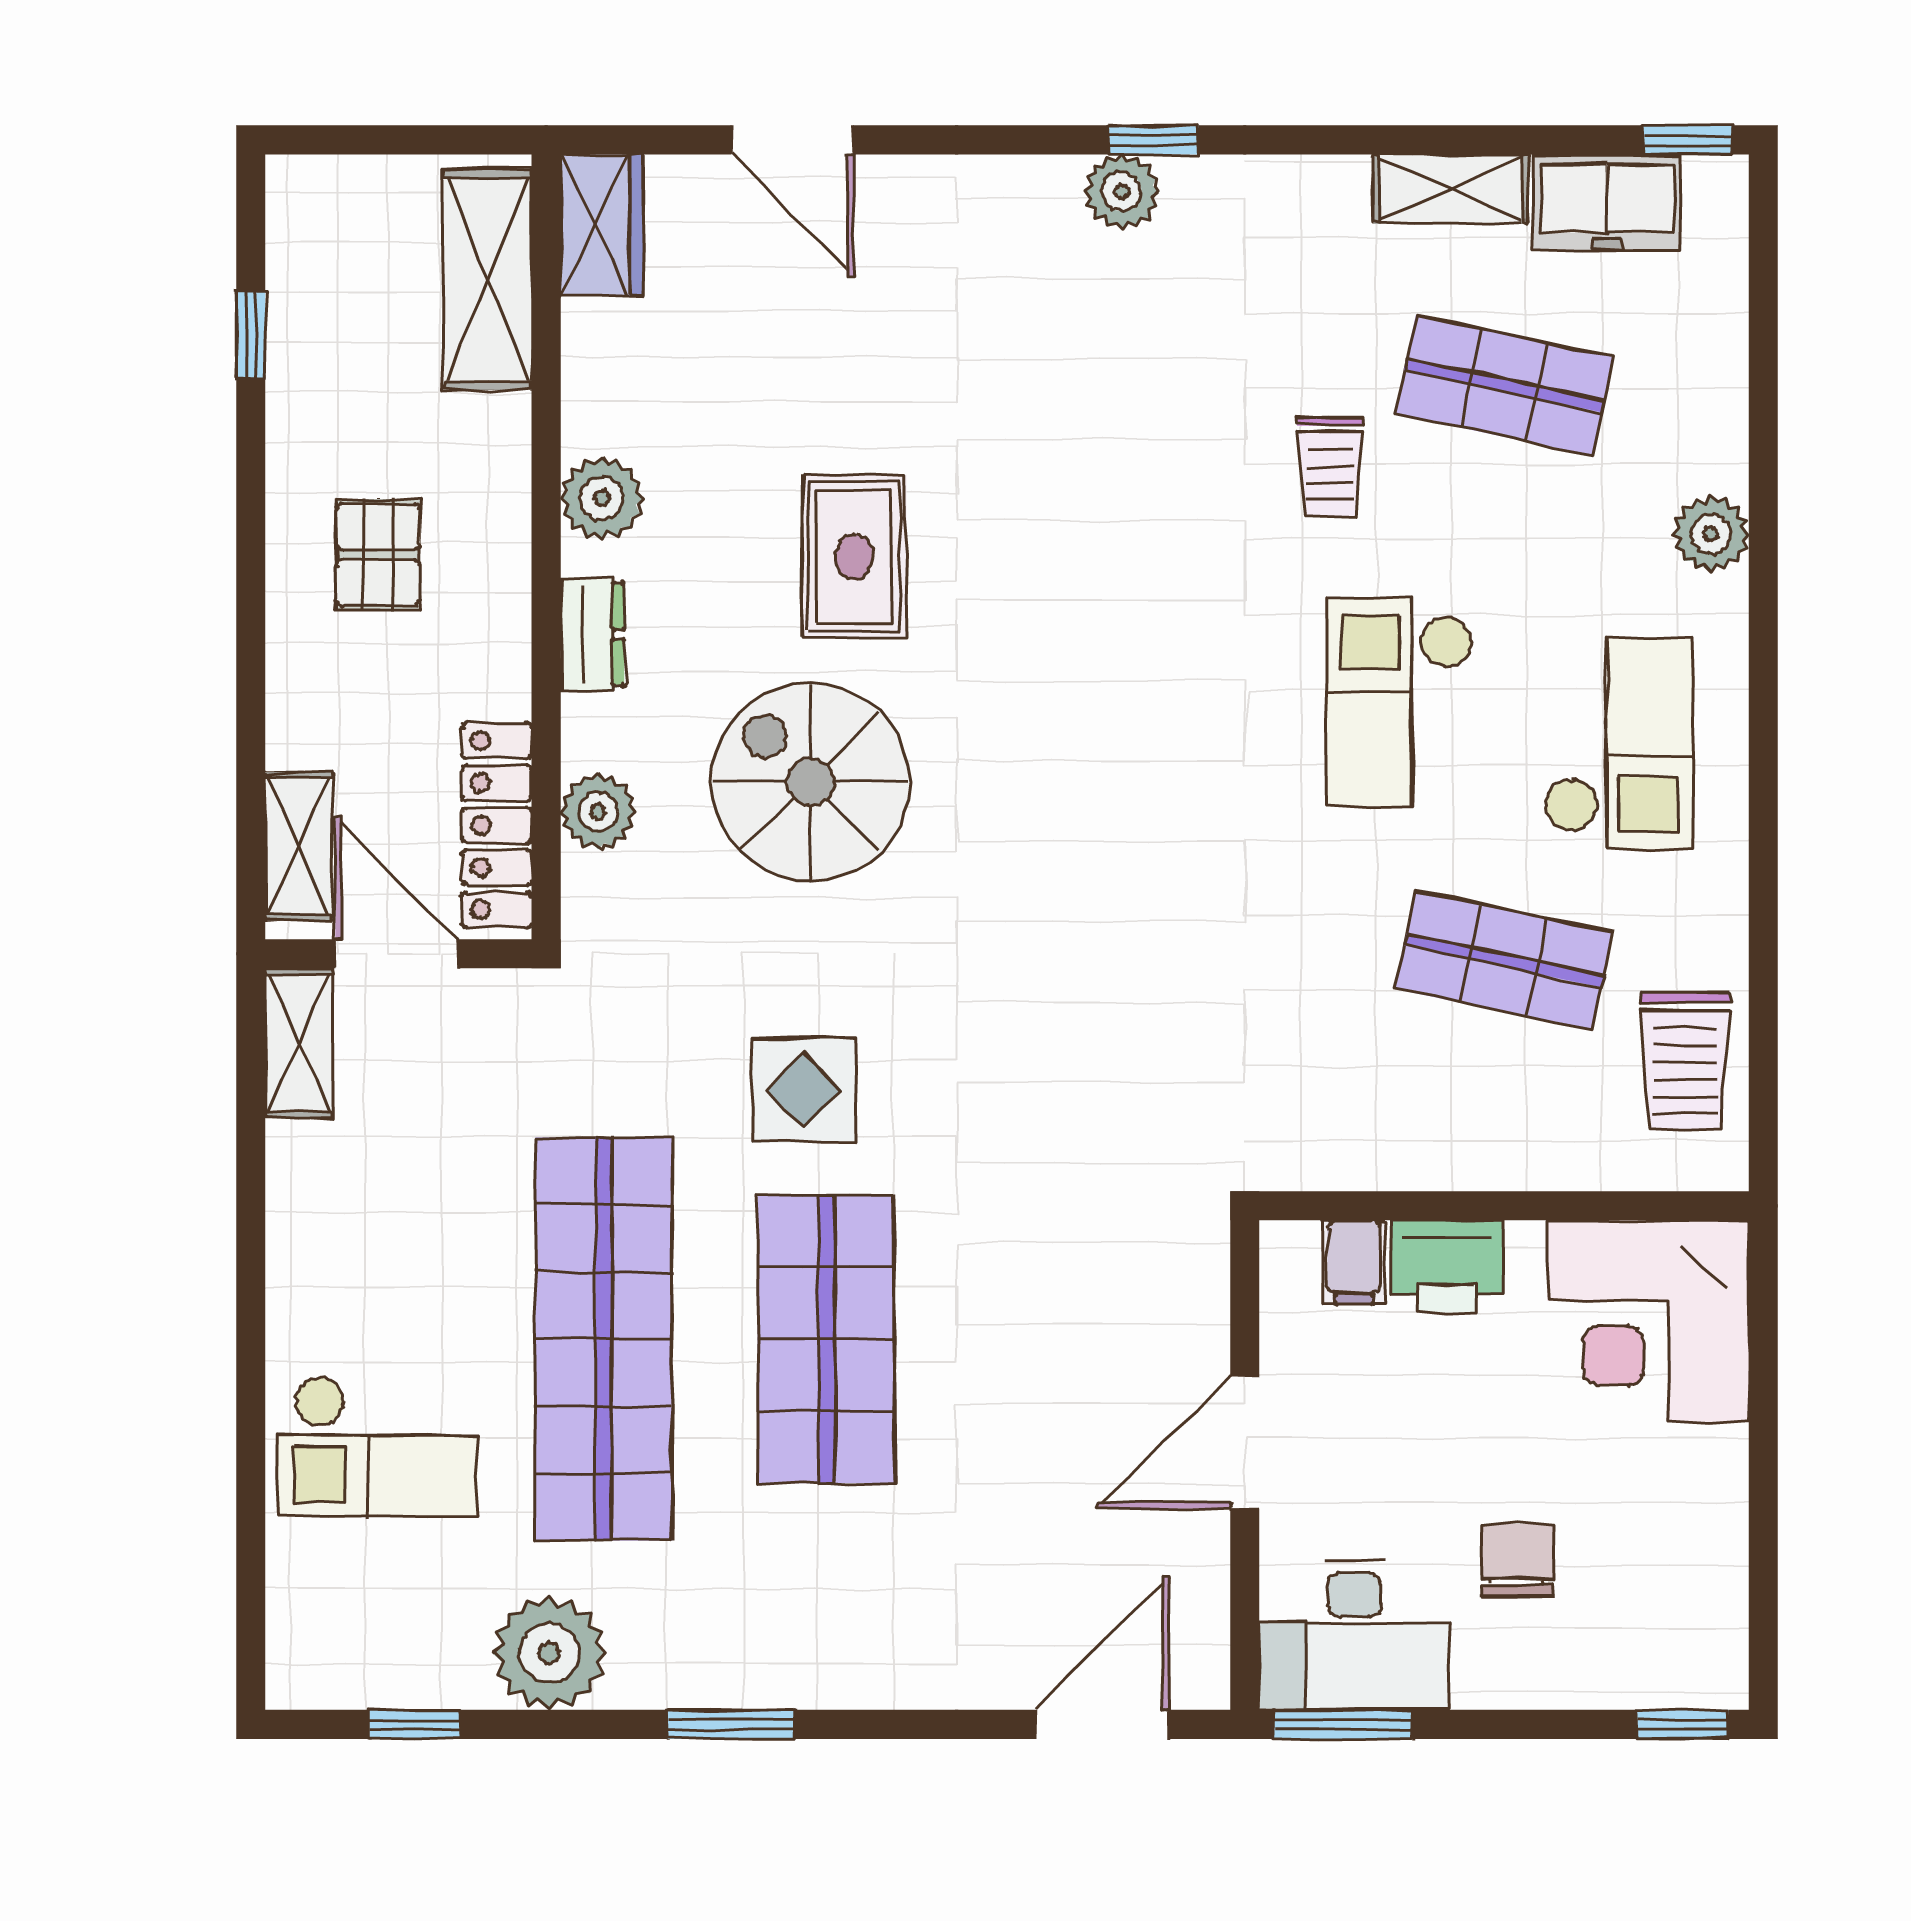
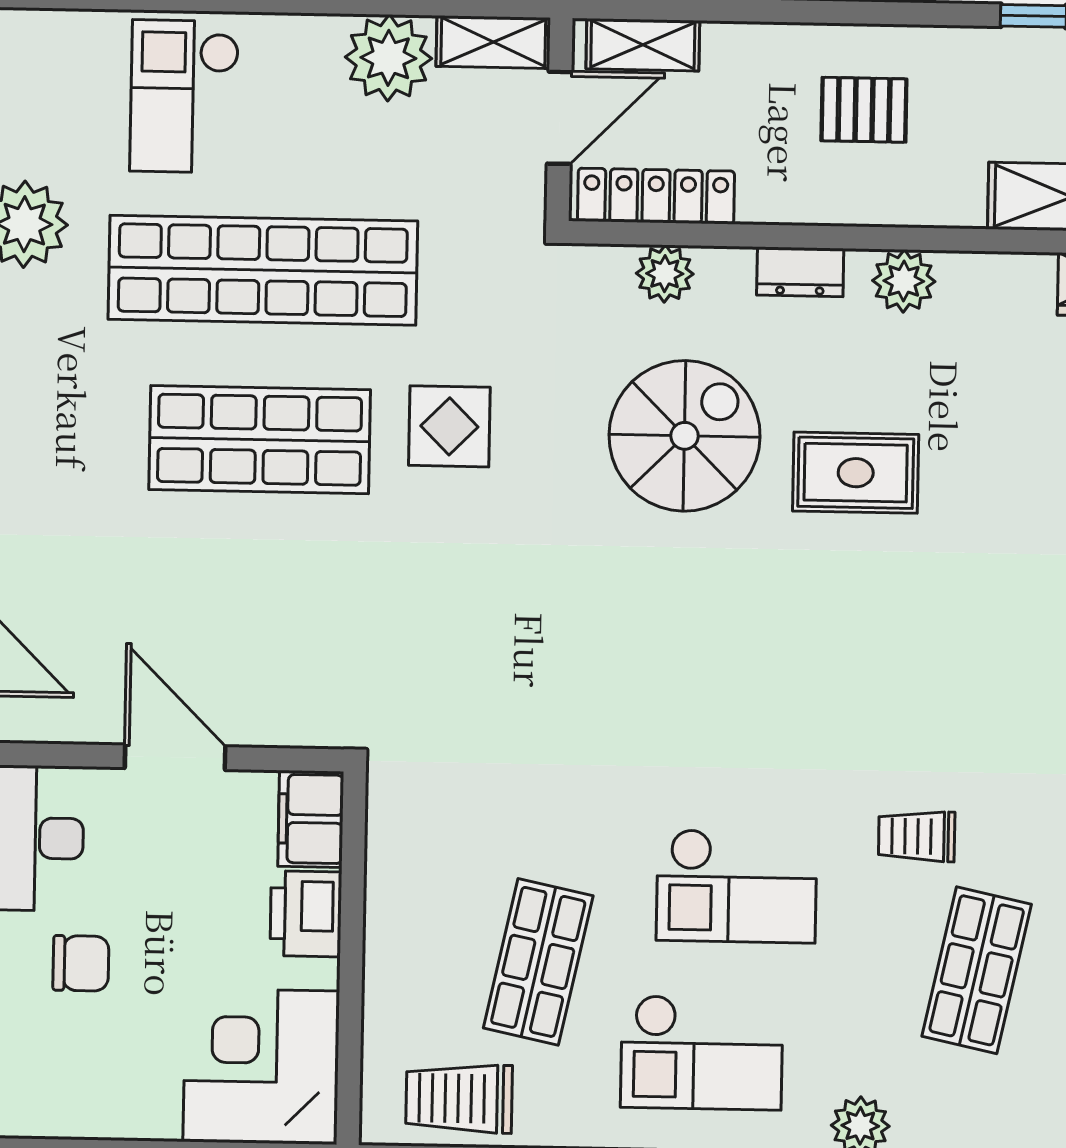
checkout: (1400, 702) -> (737, 886), turned 180
plant: (322, 1180) -> (388, 58), added
filing cabinet: (1354, 1262) -> (311, 819), width x2.00

